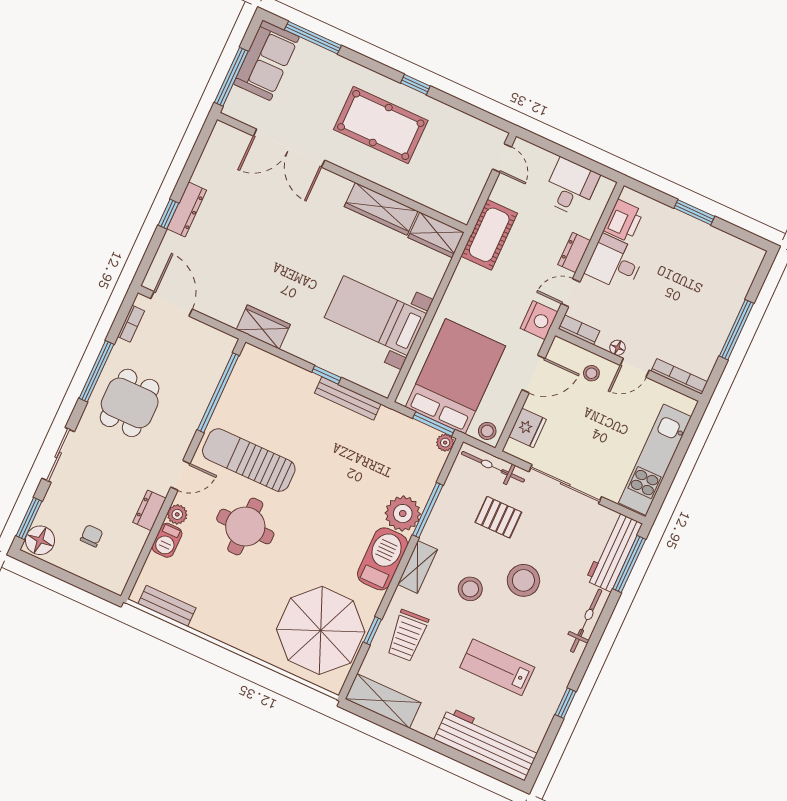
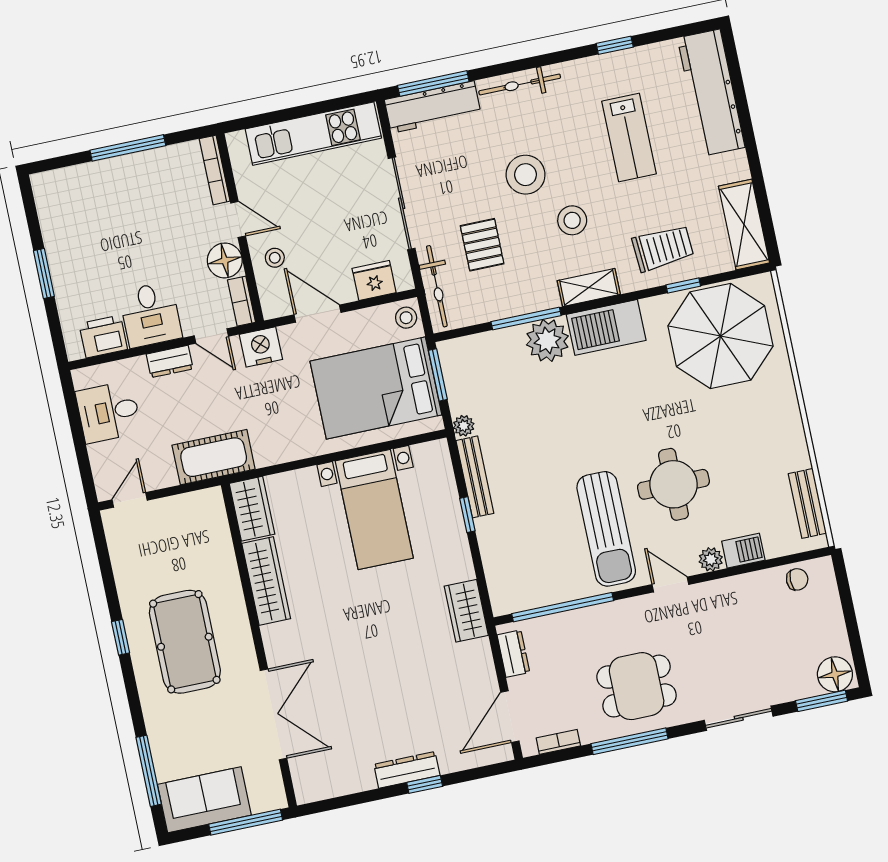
floor lamp: (618, 348) -> (225, 260), width x1.89, depth x1.89
plant: (445, 443) -> (464, 426), moved
dresser: (149, 510) -> (513, 654), moved, turned -90
chair: (92, 536) -> (797, 579), moved, turned 180

